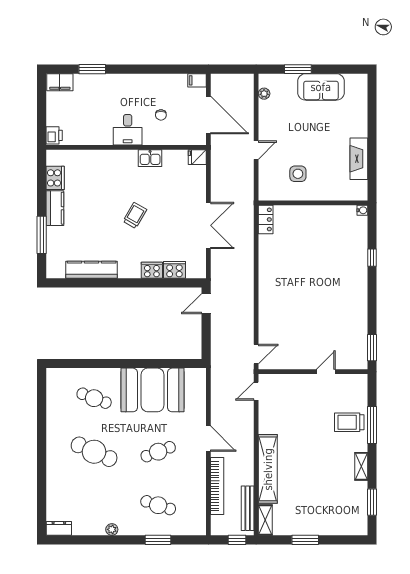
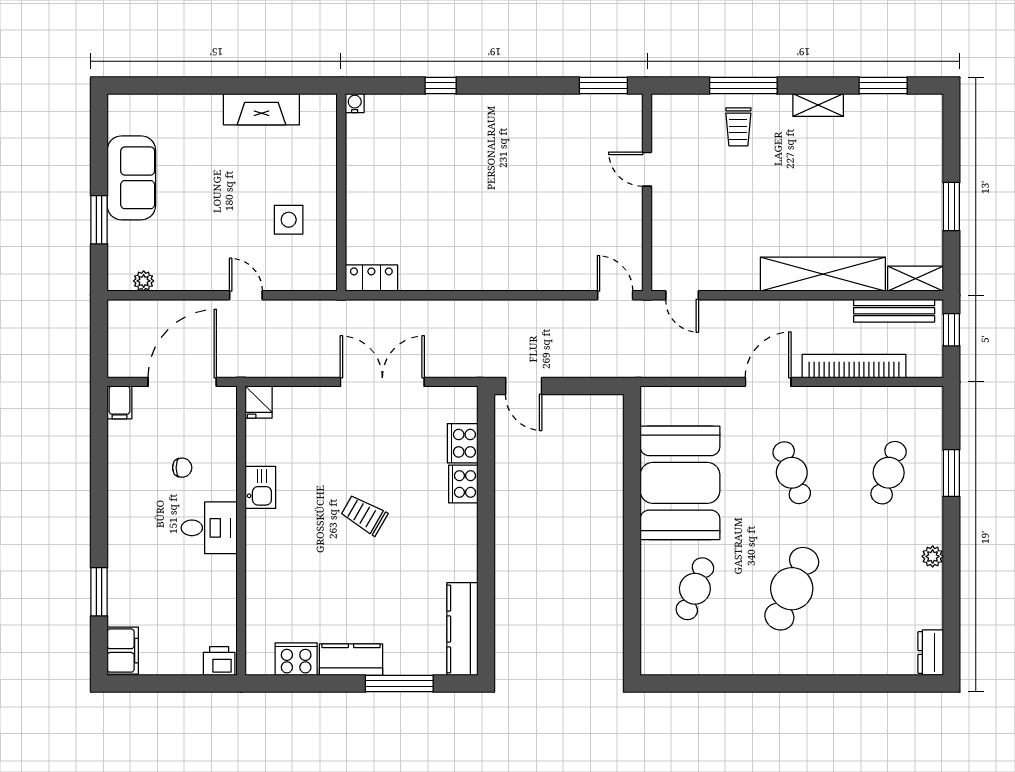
kitchen counter: (92, 270) -> (462, 629), moved
trolley: (349, 422) -> (738, 127), width x0.73, depth x0.72

